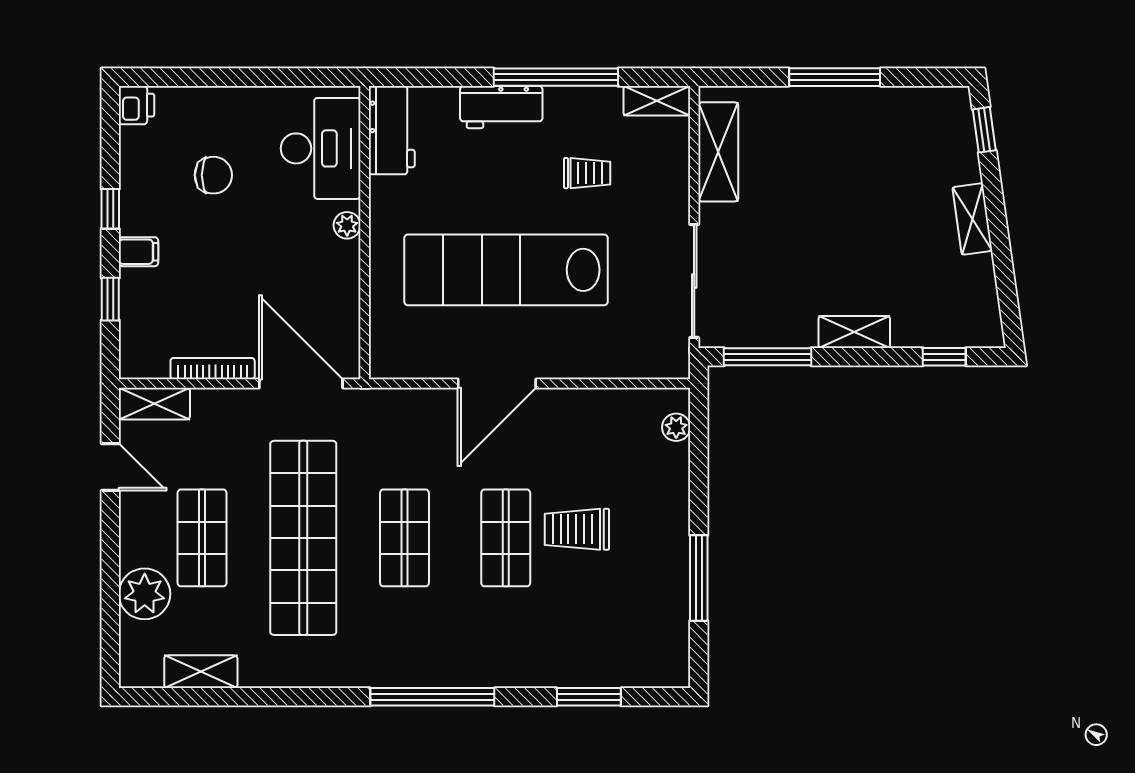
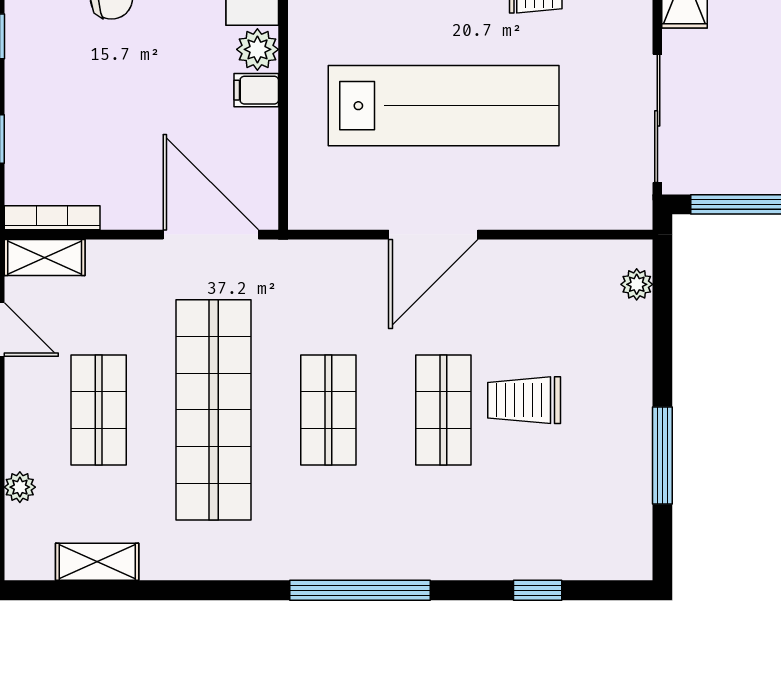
plant: (347, 225) -> (257, 49), width x1.38, depth x1.38
filing cabinet: (138, 252) -> (256, 90), moved, turned 180
lab bench: (506, 270) -> (444, 106), turned 180
bookcase: (213, 369) -> (52, 218), moved
plant: (145, 594) -> (20, 487), width x0.53, depth x0.53
window: (589, 697) -> (538, 590), width x0.67

